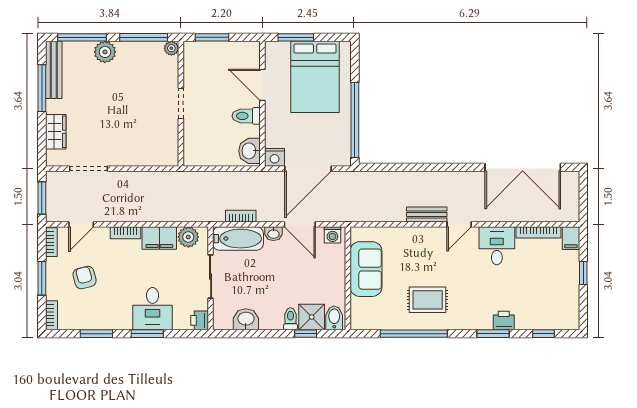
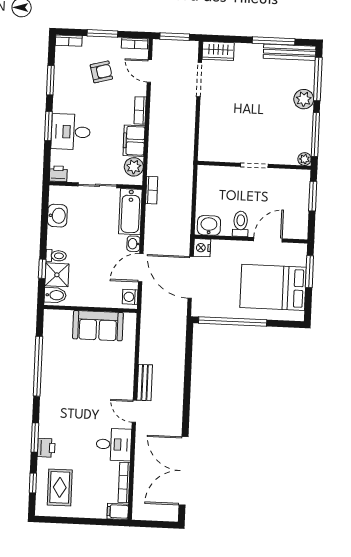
wardrobe: (56, 132) -> (218, 51), moved
bookcase: (241, 216) -> (152, 190), moved
window: (583, 273) -> (86, 521), removed
rug: (428, 300) -> (60, 487), moved

